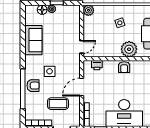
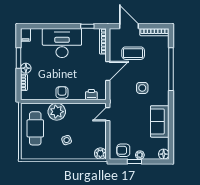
floor lamp: (42, 10) -> (164, 154), moved
armchair: (33, 86) -> (123, 150), moved

